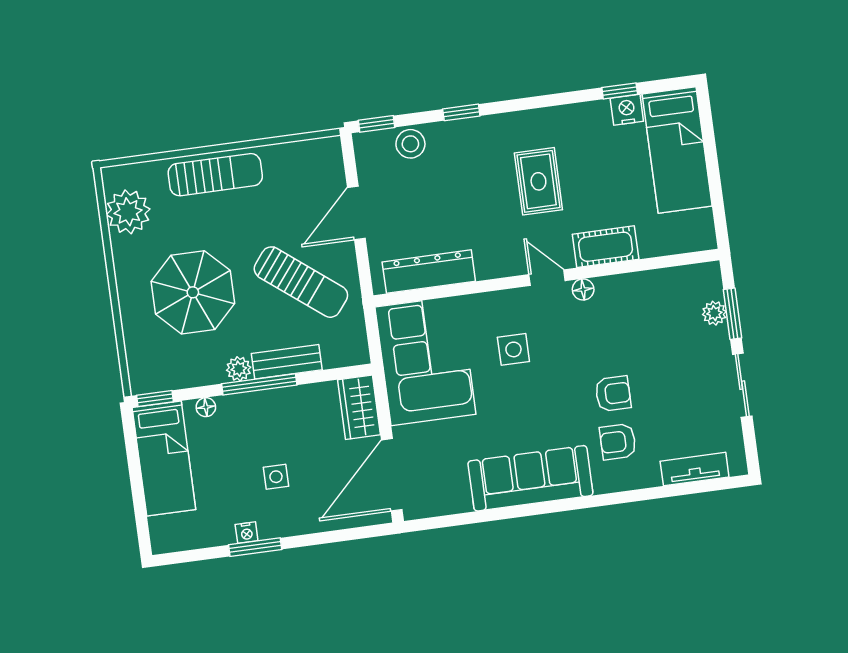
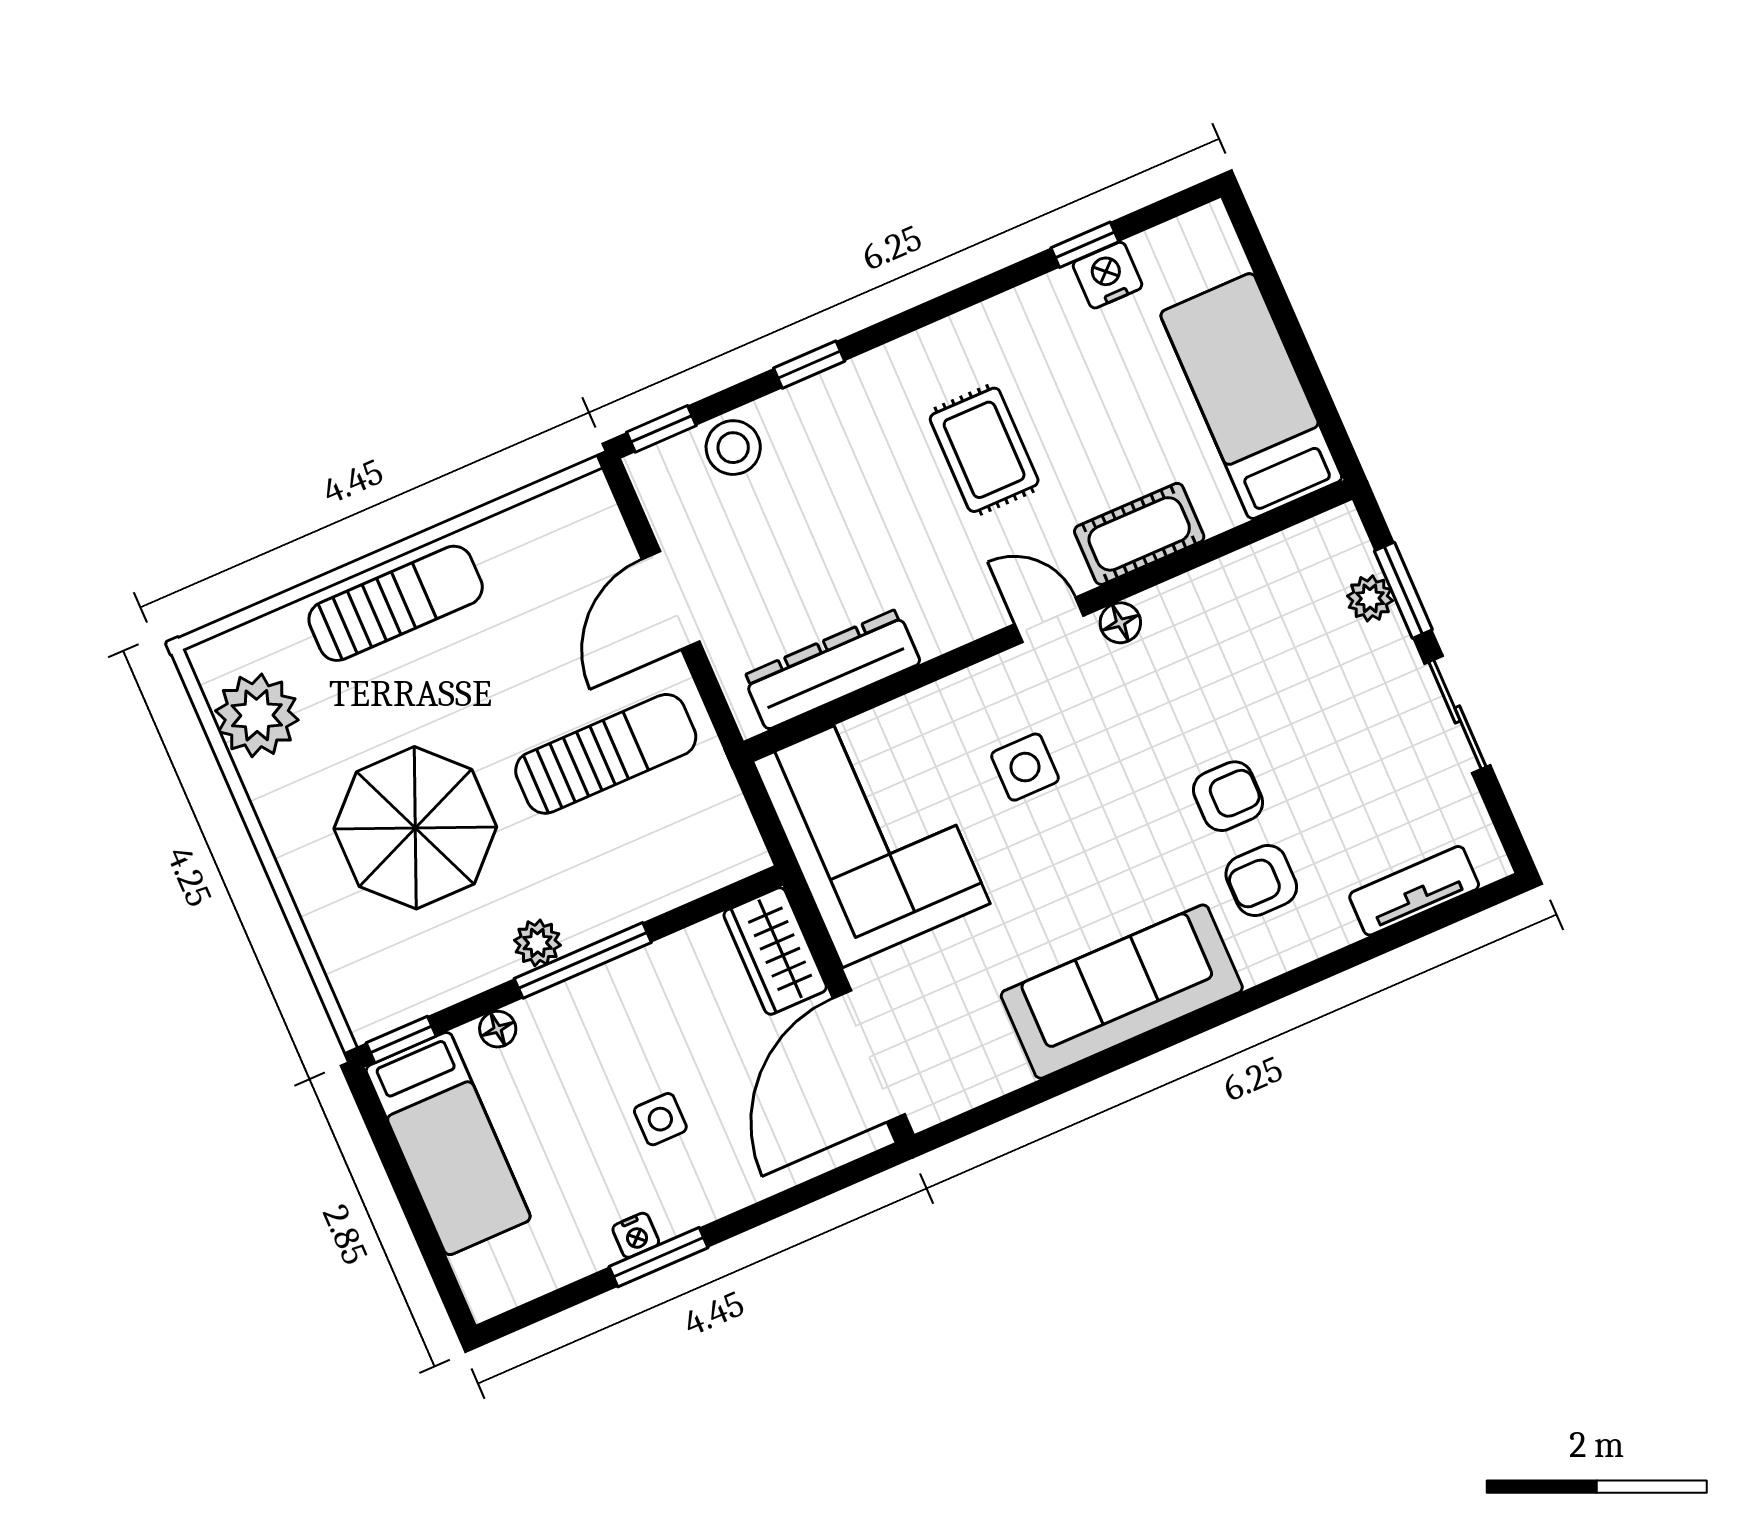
bed: (677, 150) -> (1251, 396), moved, turned 180
sun lounger: (301, 282) -> (606, 754), turned -38
bench: (287, 362) -> (621, 905), removed

